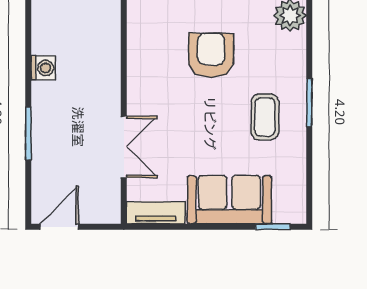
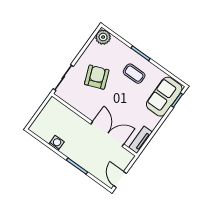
armchair: (211, 55) -> (97, 77), turned 69
double door: (124, 147) -> (107, 134), width x1.37
sofa: (229, 200) -> (164, 97), moved

